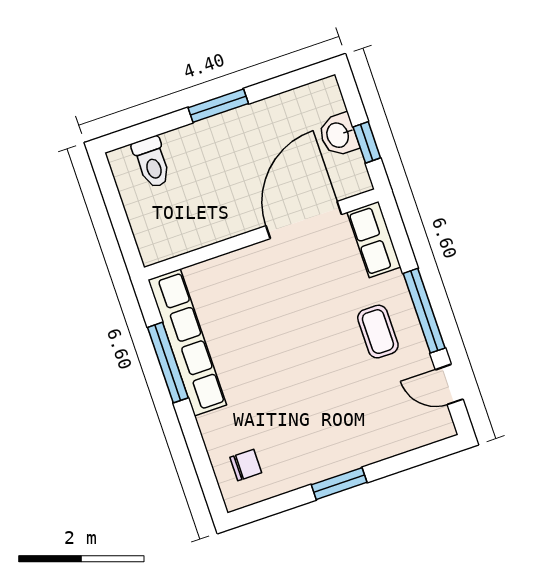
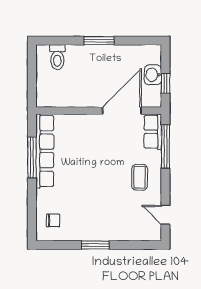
window: (424, 311) -> (165, 146), moved

